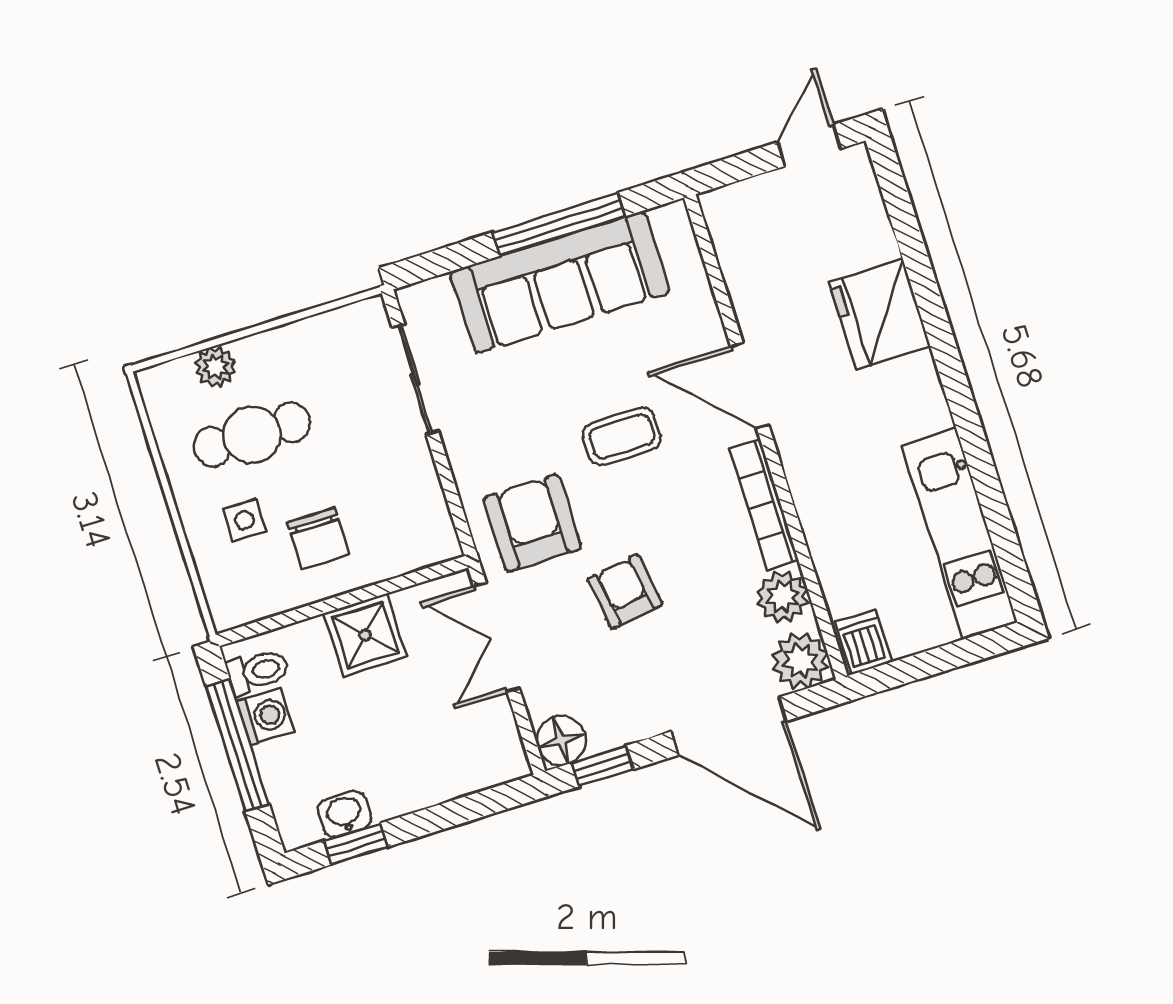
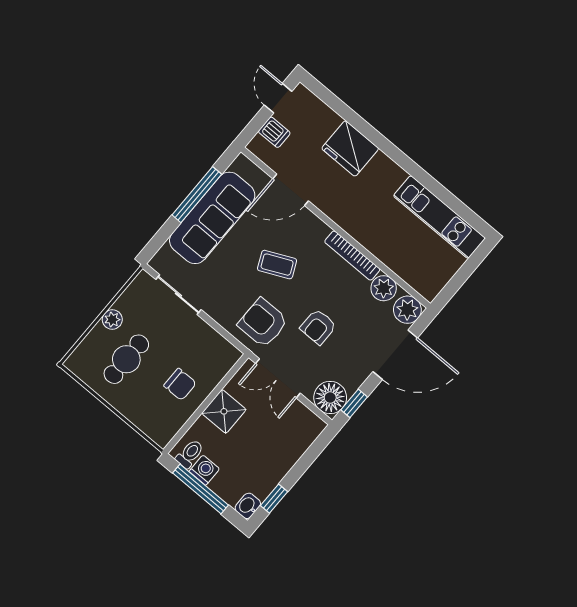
plant: (216, 367) -> (112, 320), moved
door: (750, 386) -> (291, 190), moved
coffee table: (622, 436) -> (277, 265), turned 65
side table: (244, 520) -> (145, 396), removed
armchair: (625, 592) -> (318, 327), turned -81
dishwasher: (864, 642) -> (274, 132), moved, turned 180
floor lamp: (561, 740) -> (330, 397), width x1.38, depth x1.38
washbasin: (344, 814) -> (248, 506), moved

